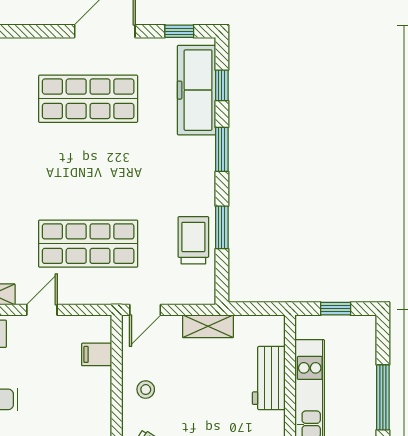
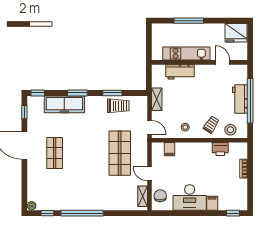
window: (222, 85) -> (38, 93), moved
freezer: (196, 90) -> (64, 104), moved
shop shelf: (88, 99) -> (55, 153), width x0.70, depth x0.74
trolley: (193, 240) -> (118, 106), turned 180
window: (336, 309) -> (149, 42), removed

